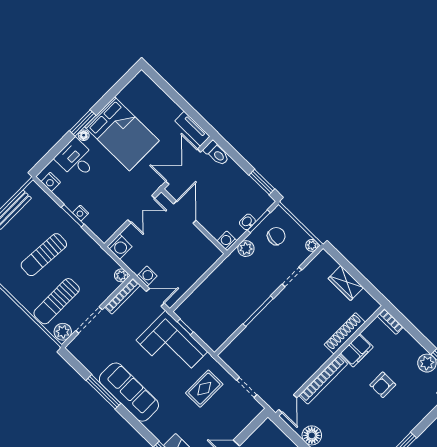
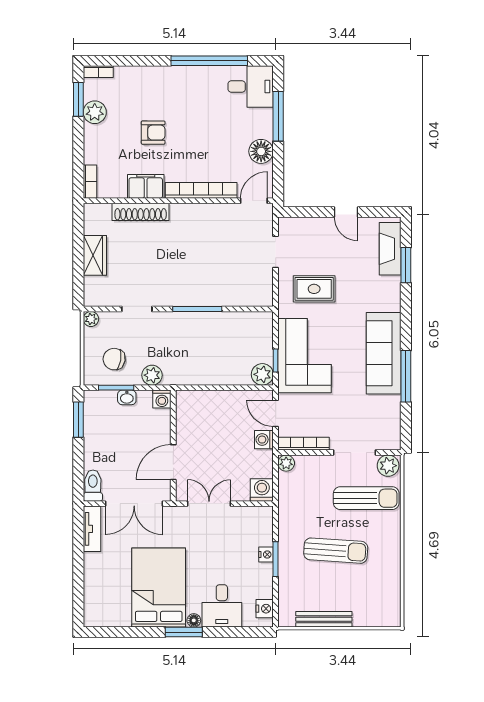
plant: (185, 312) -> (262, 374), added

